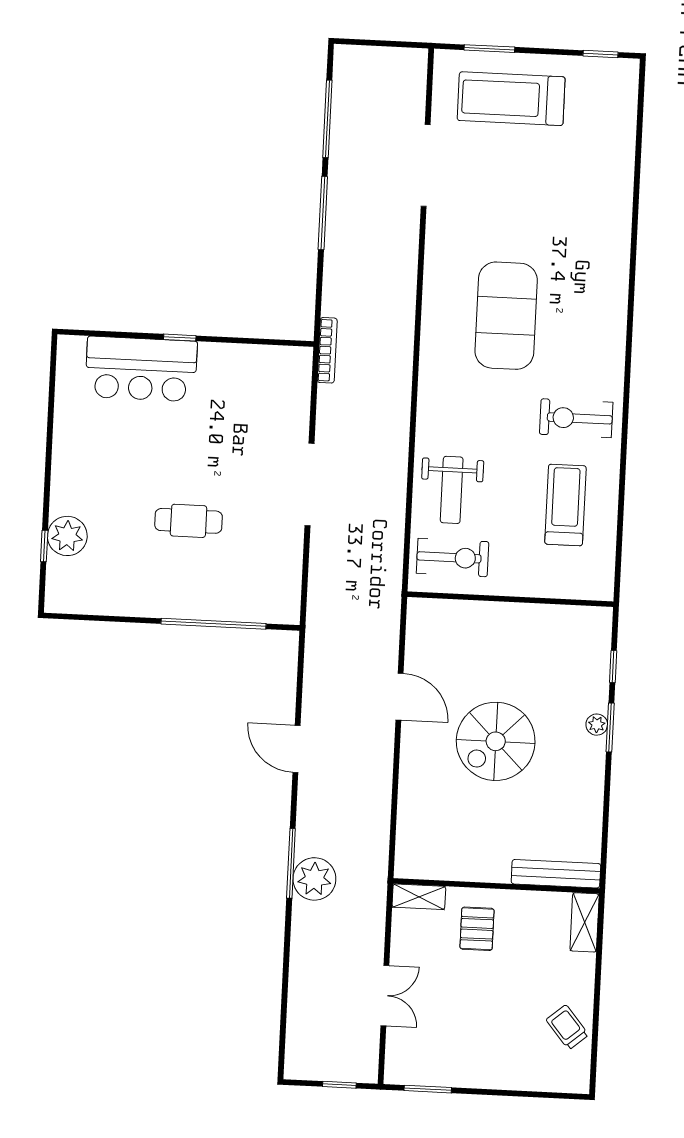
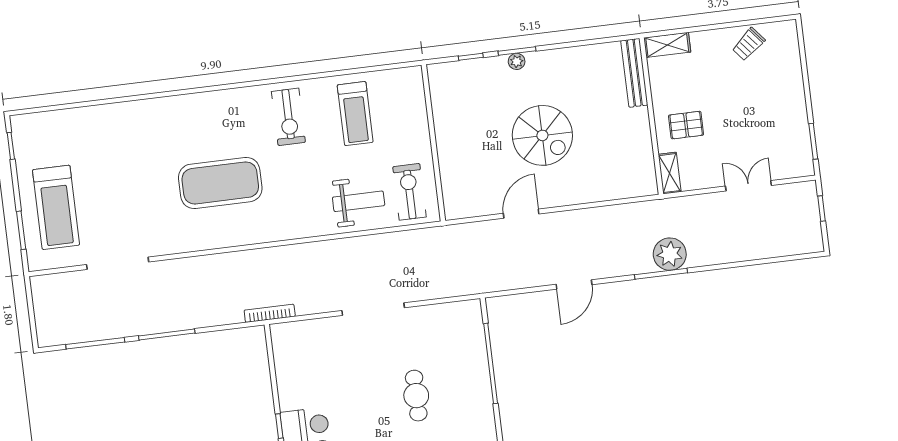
treadmill: (565, 505) -> (355, 114), turned -90

